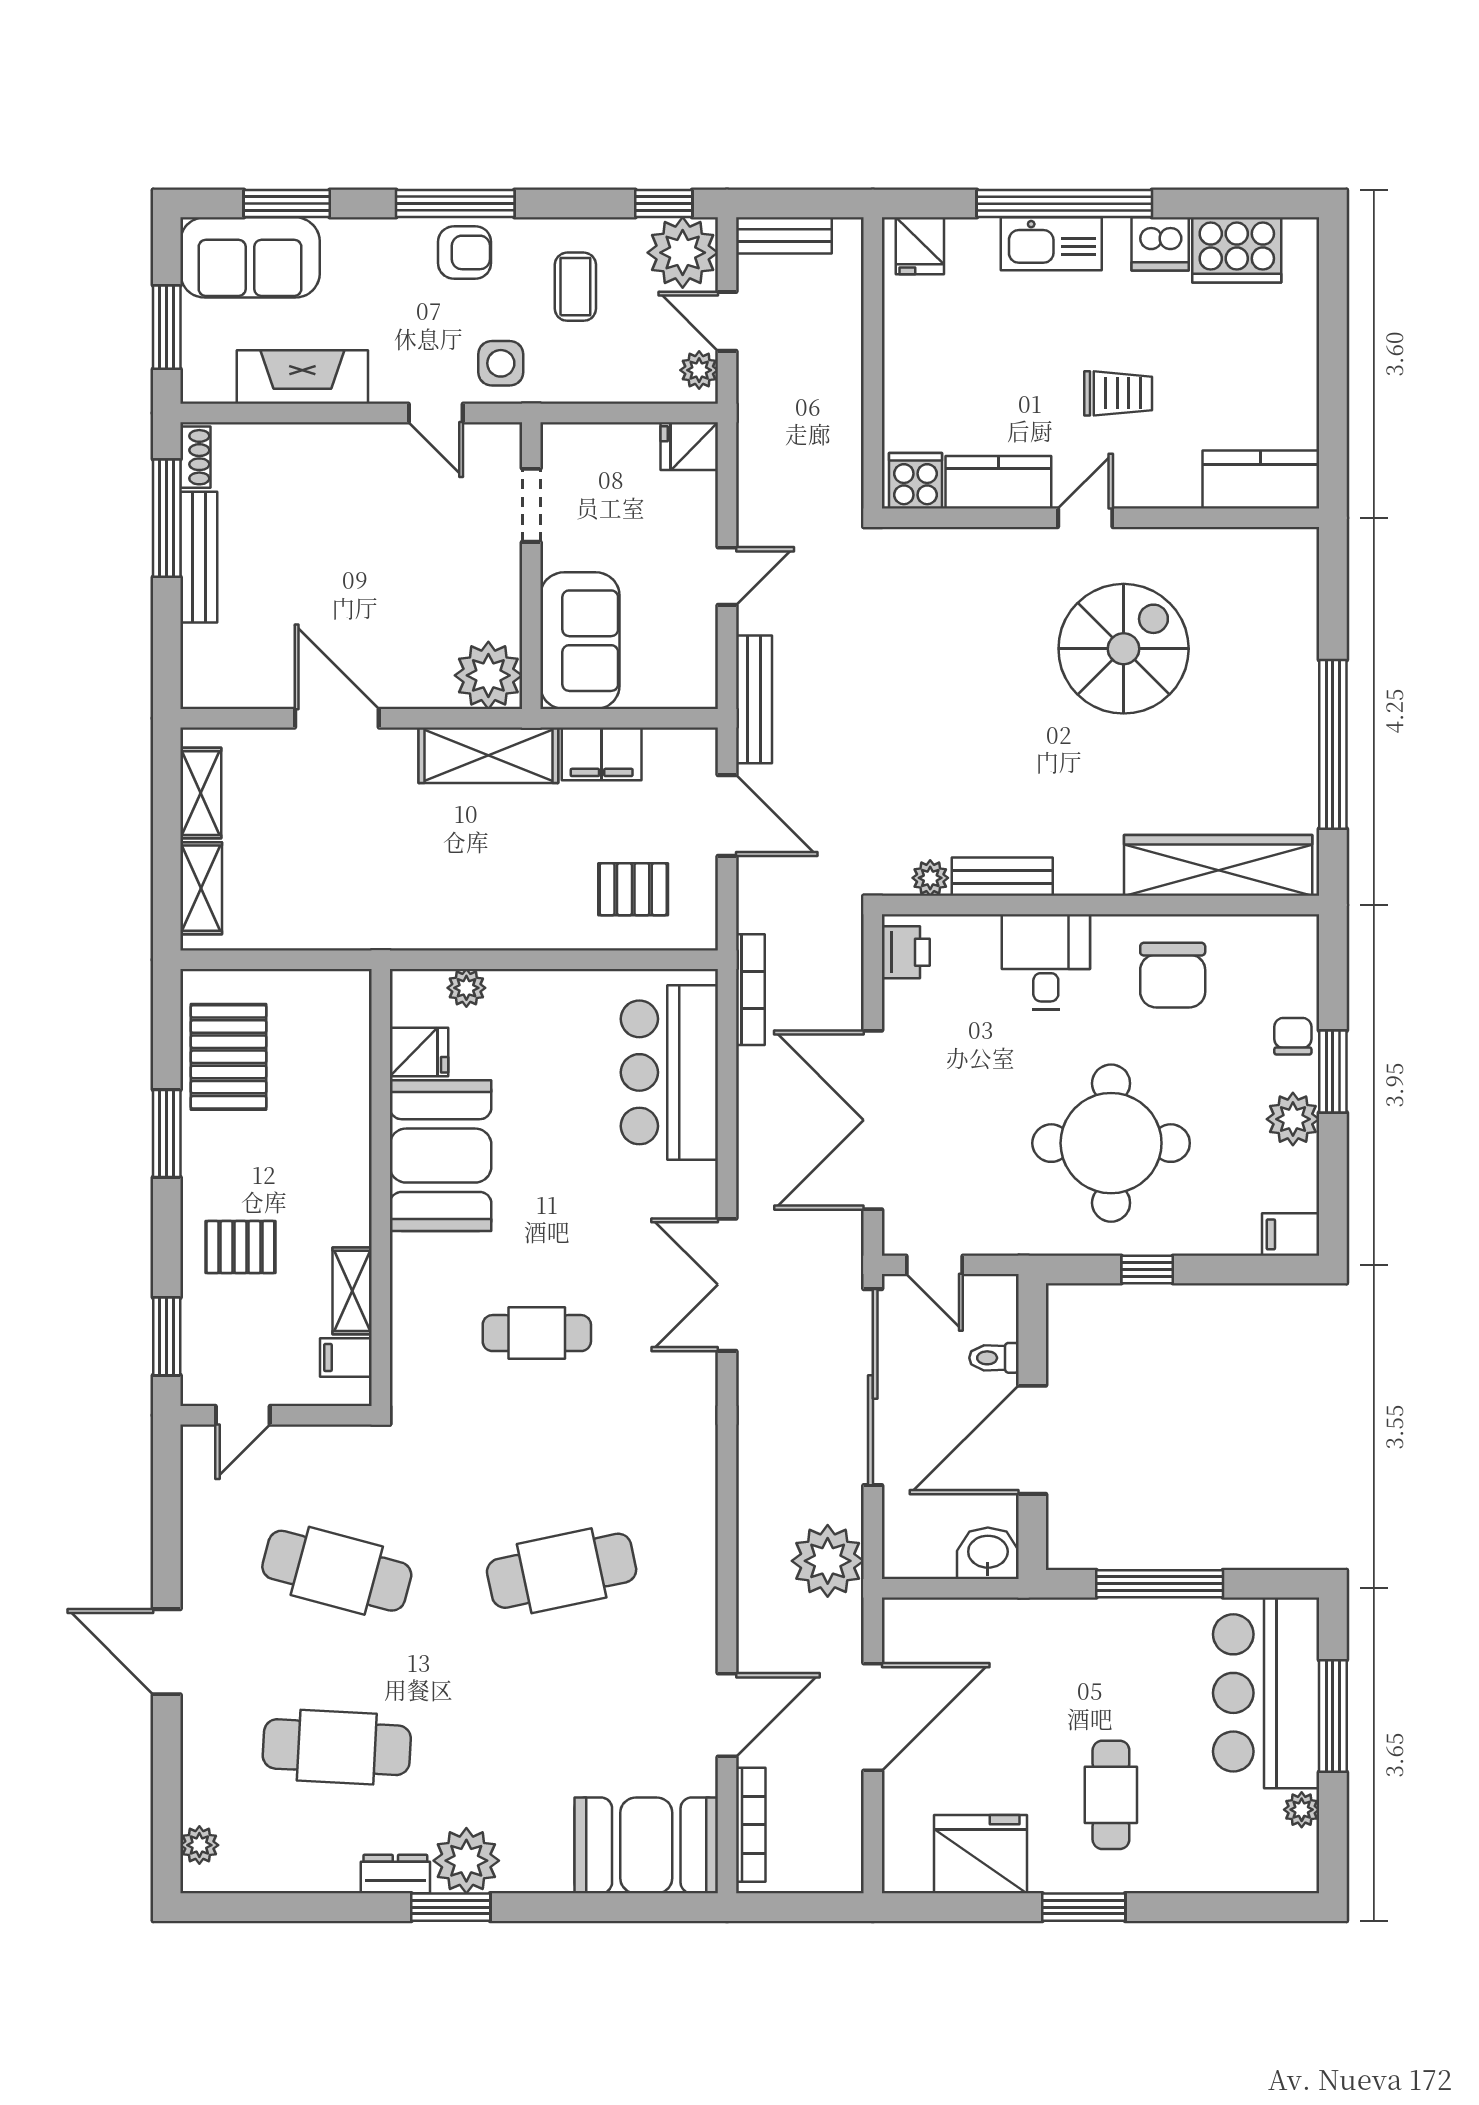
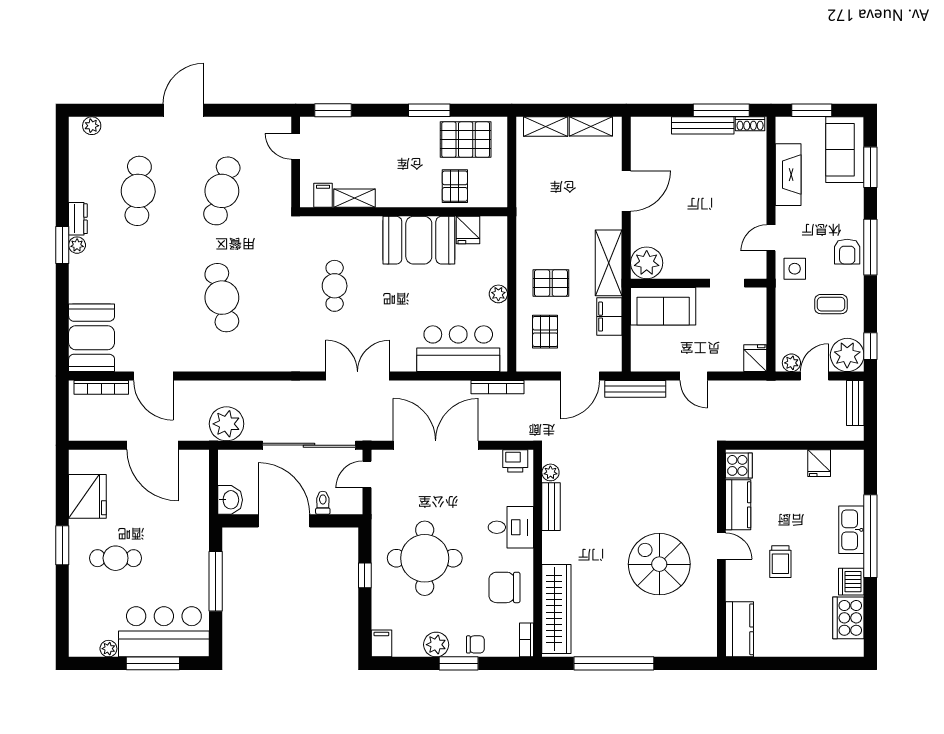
fridge: (920, 246) -> (819, 463), moved, turned -90
spiral stairs: (1124, 649) -> (659, 564), turned 180
pallet: (531, 877) -> (551, 283), added
bookcase: (1283, 928) -> (527, 640), added
plant: (466, 988) -> (498, 294), moved
pallet: (240, 1247) -> (455, 186), moved
plant: (466, 1861) -> (77, 245), width x0.53, depth x0.53

